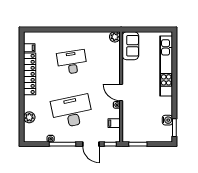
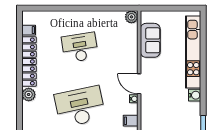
sofa: (130, 46) -> (150, 40), moved
plant: (29, 117) -> (29, 95), moved
water cooler: (167, 120) -> (195, 95), moved

